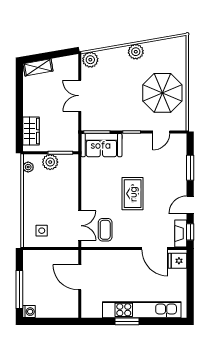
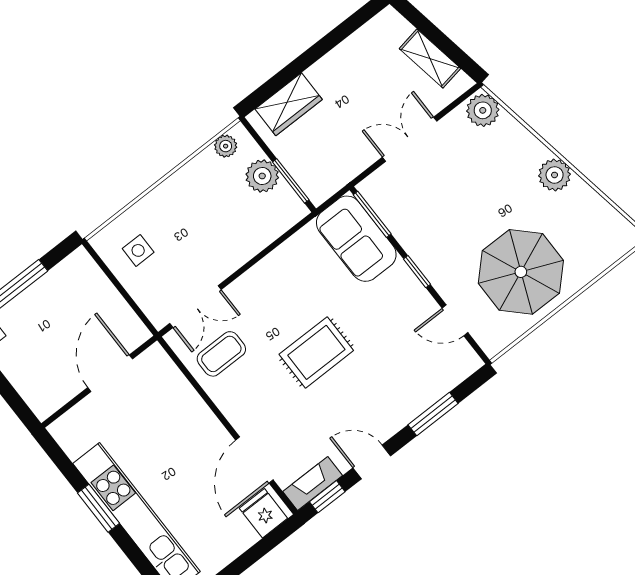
shelving: (38, 67) -> (430, 59), moved

